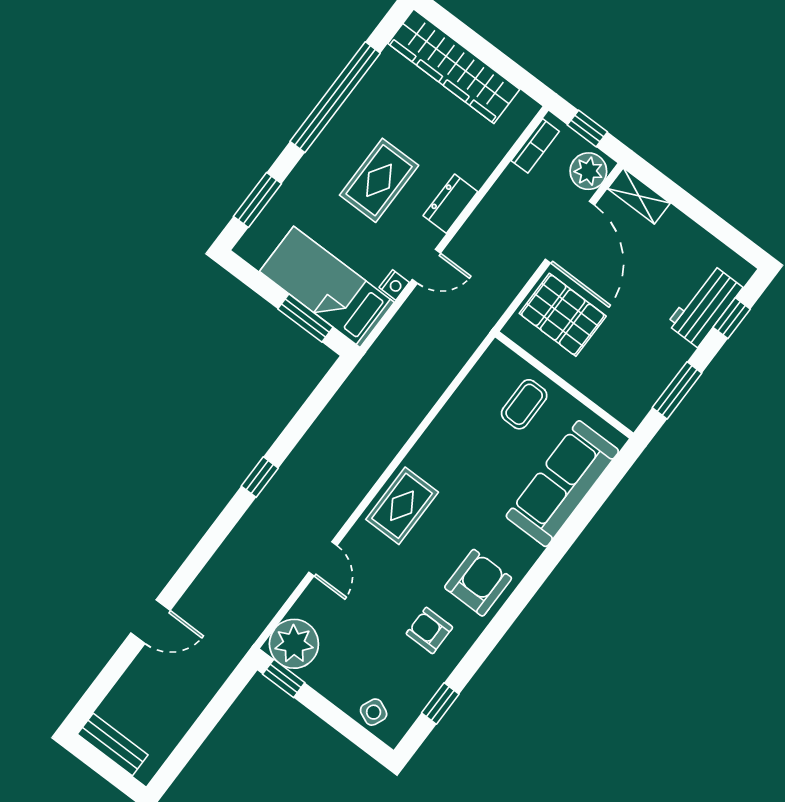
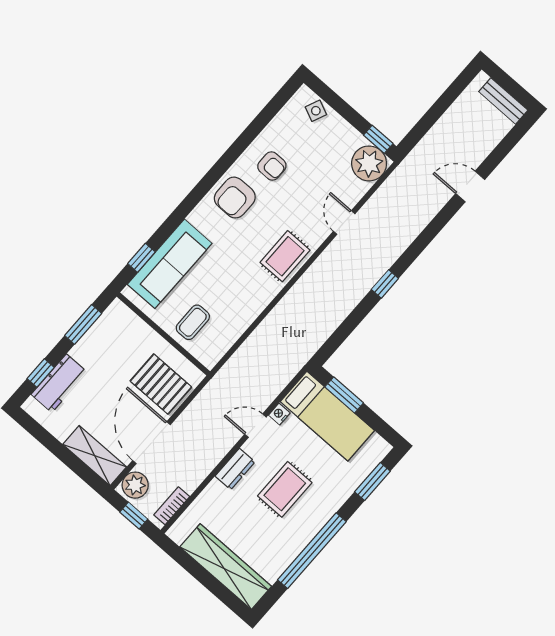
shelving: (639, 196) -> (95, 456), width x1.50, depth x1.33
window: (440, 703) -> (142, 258), moved

